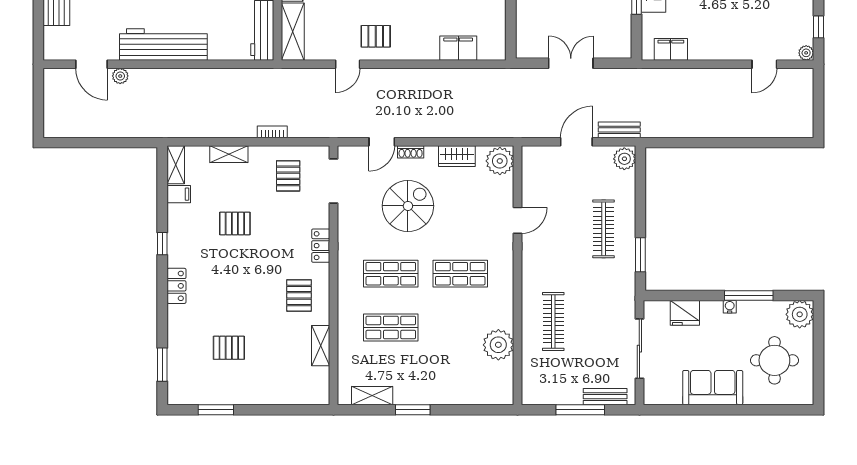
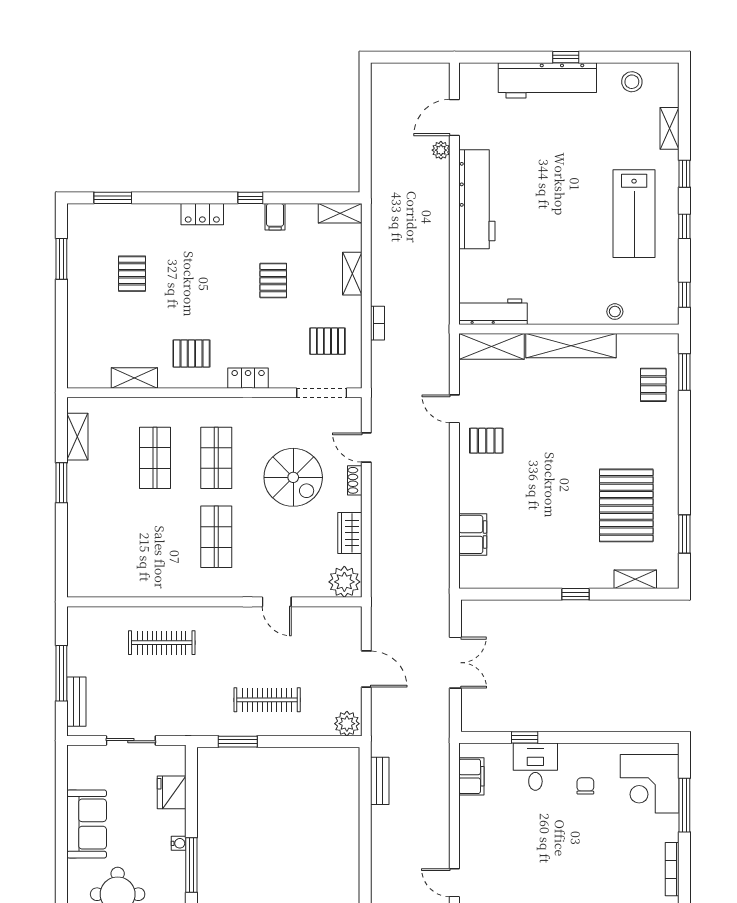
pallet: (376, 36) -> (486, 441), turned 90
bench: (619, 130) -> (380, 781), moved
filing cabinet: (179, 194) -> (275, 217), moved
plant: (498, 345) -> (135, 580), removed
sliding door: (639, 349) -> (131, 741), width x0.73

